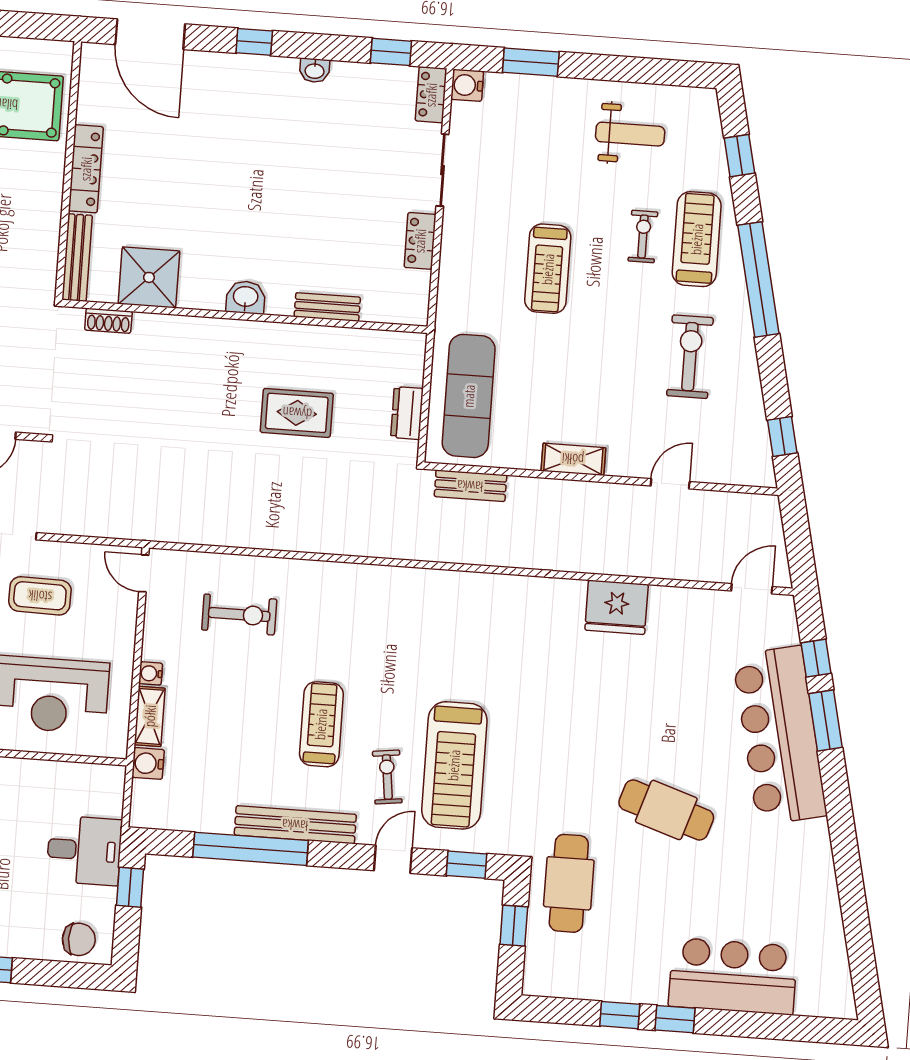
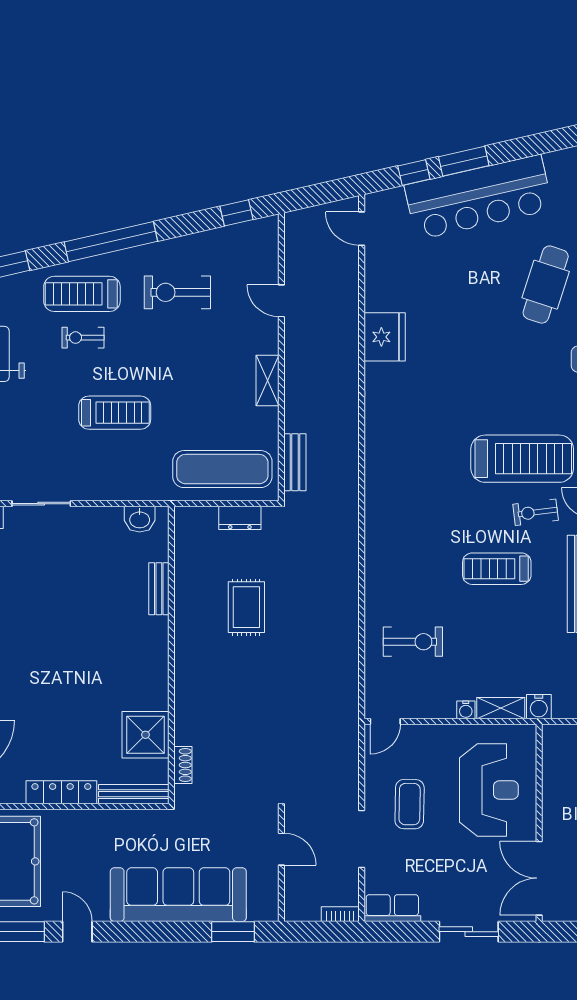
locker: (420, 241) -> (100, 518), removed
washbasin: (246, 297) -> (140, 519), moved, turned -90
exercise bike: (239, 615) -> (413, 642), turned 90

